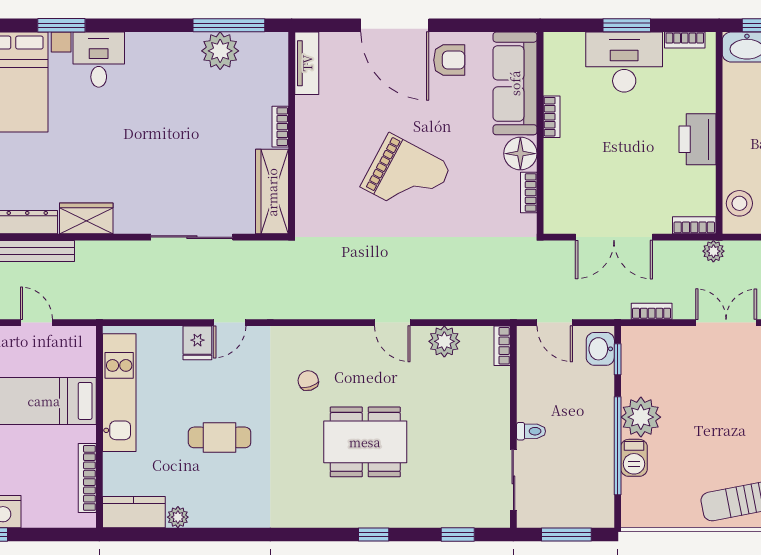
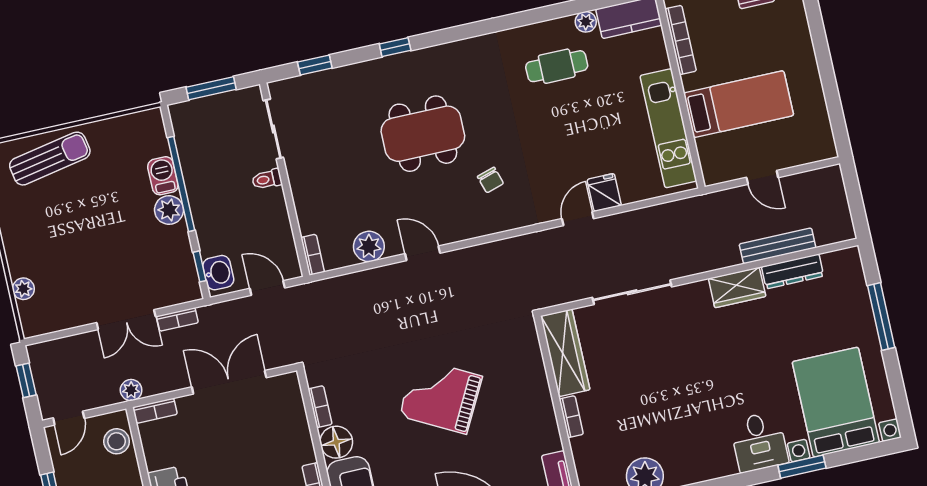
double door: (726, 323) -> (126, 320), moved
plant: (641, 417) -> (169, 210), width x0.73, depth x0.73
cafe table: (220, 437) -> (557, 66), moved

